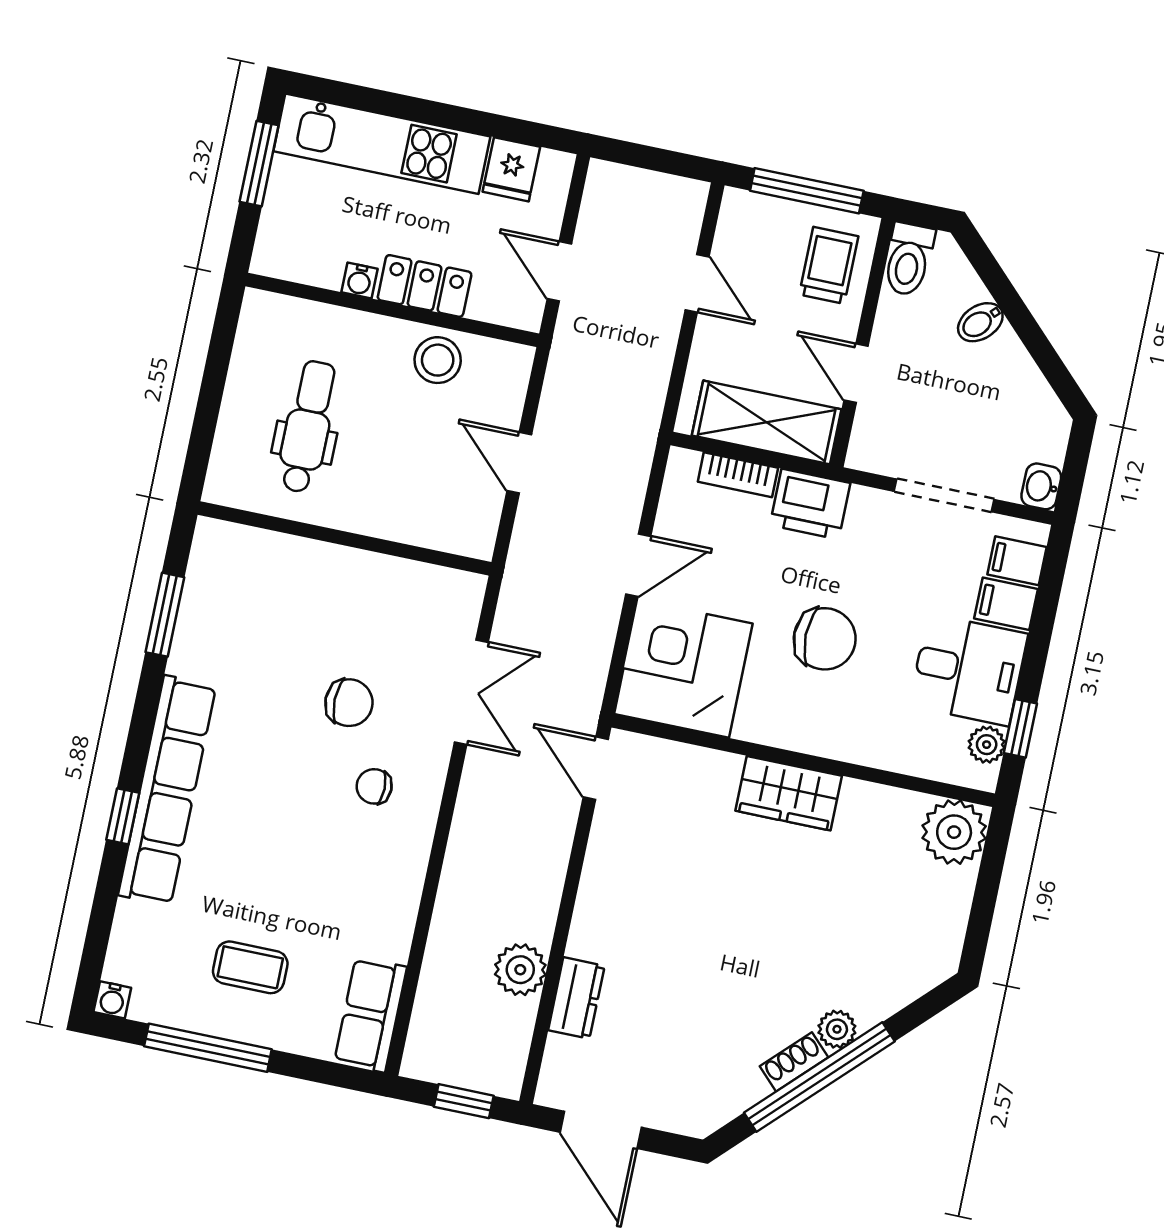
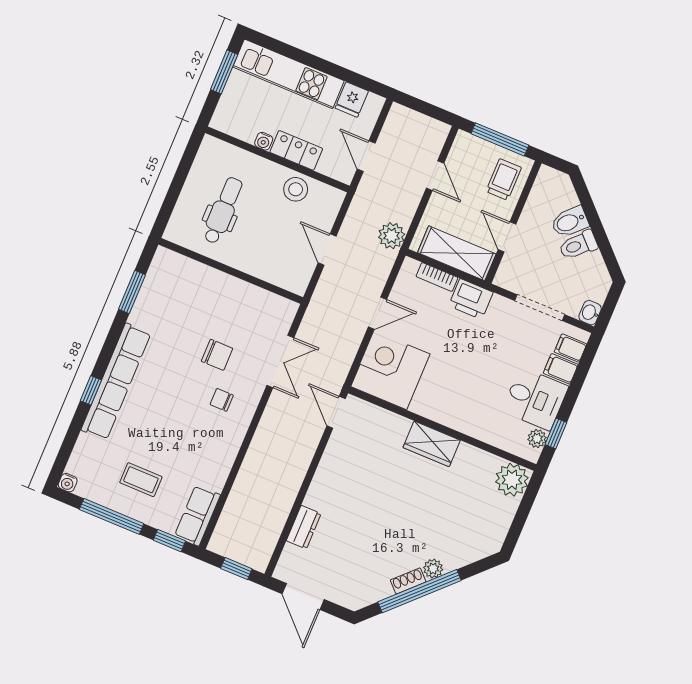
toilet: (908, 259) -> (578, 245), moved, turned 45
bidet: (980, 322) -> (570, 222), width x1.38, depth x1.36
chair: (825, 639) -> (465, 369), removed
plant: (520, 970) -> (392, 236), moved
window: (326, 1073) -> (169, 541), added

